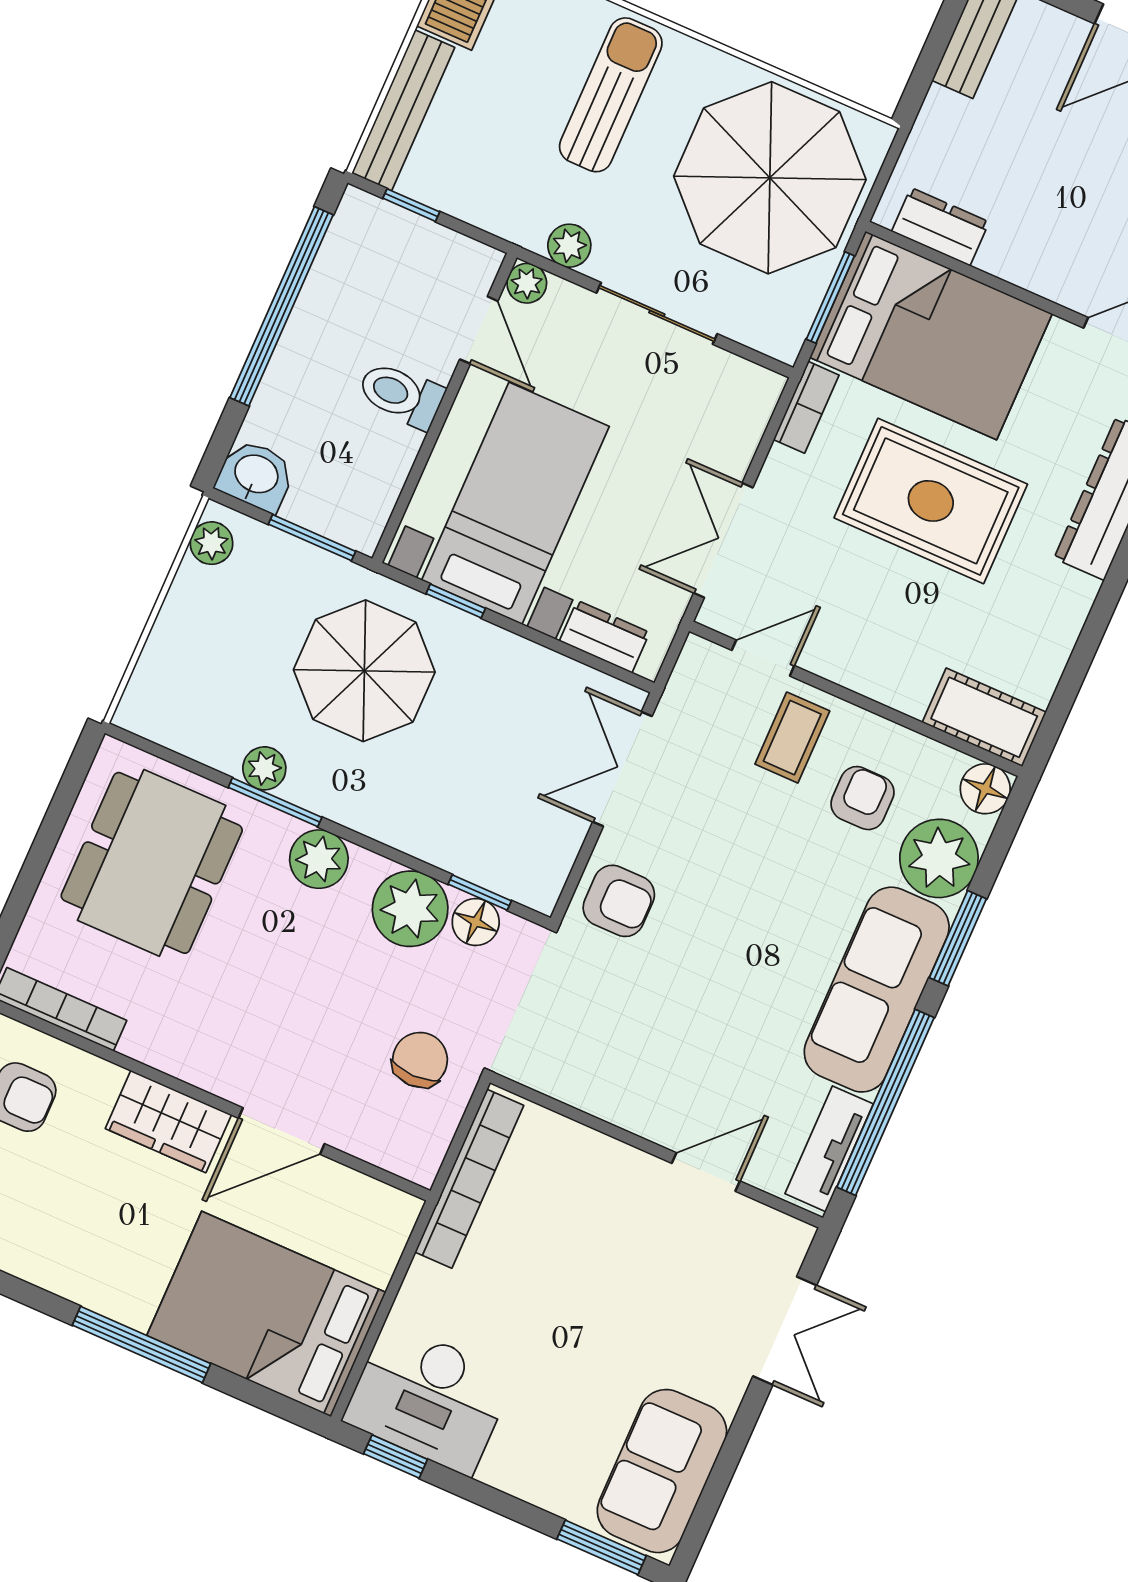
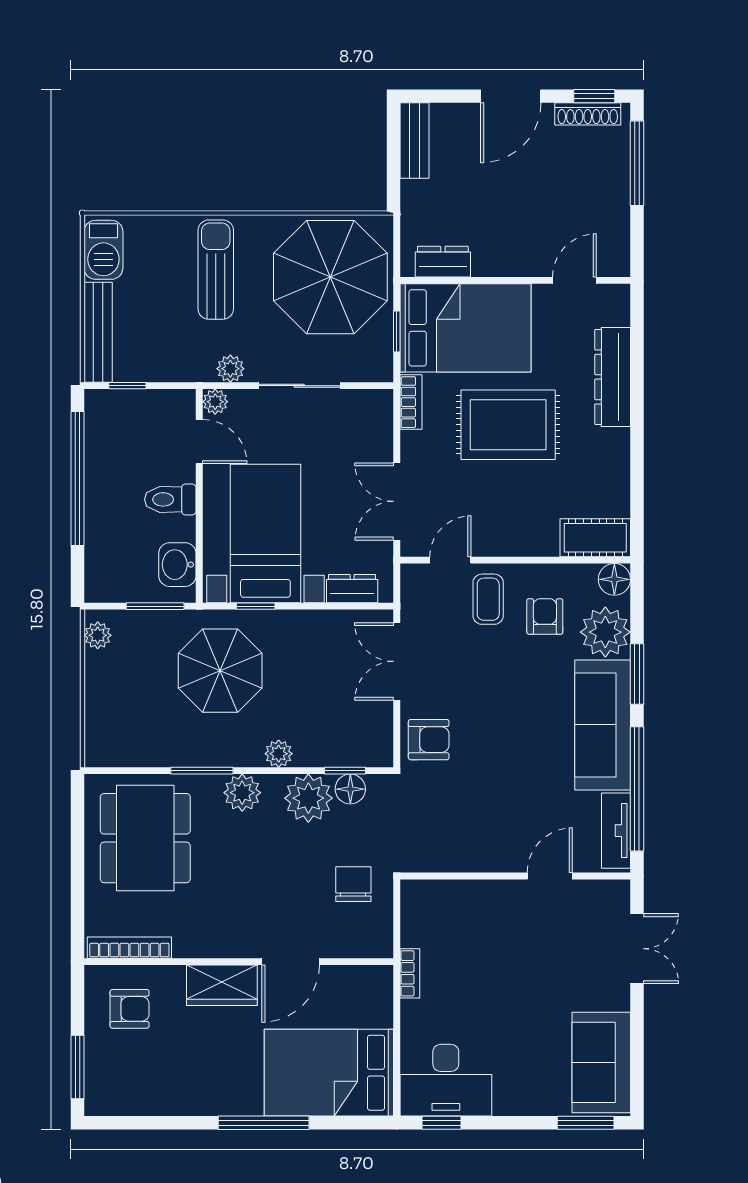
window: (830, 297) -> (397, 332), width x0.67
washbasin: (256, 475) -> (177, 565), moved, turned -90
plant: (264, 768) -> (279, 754), moved
bookcase: (469, 1179) -> (410, 973), width x0.43, depth x0.76

